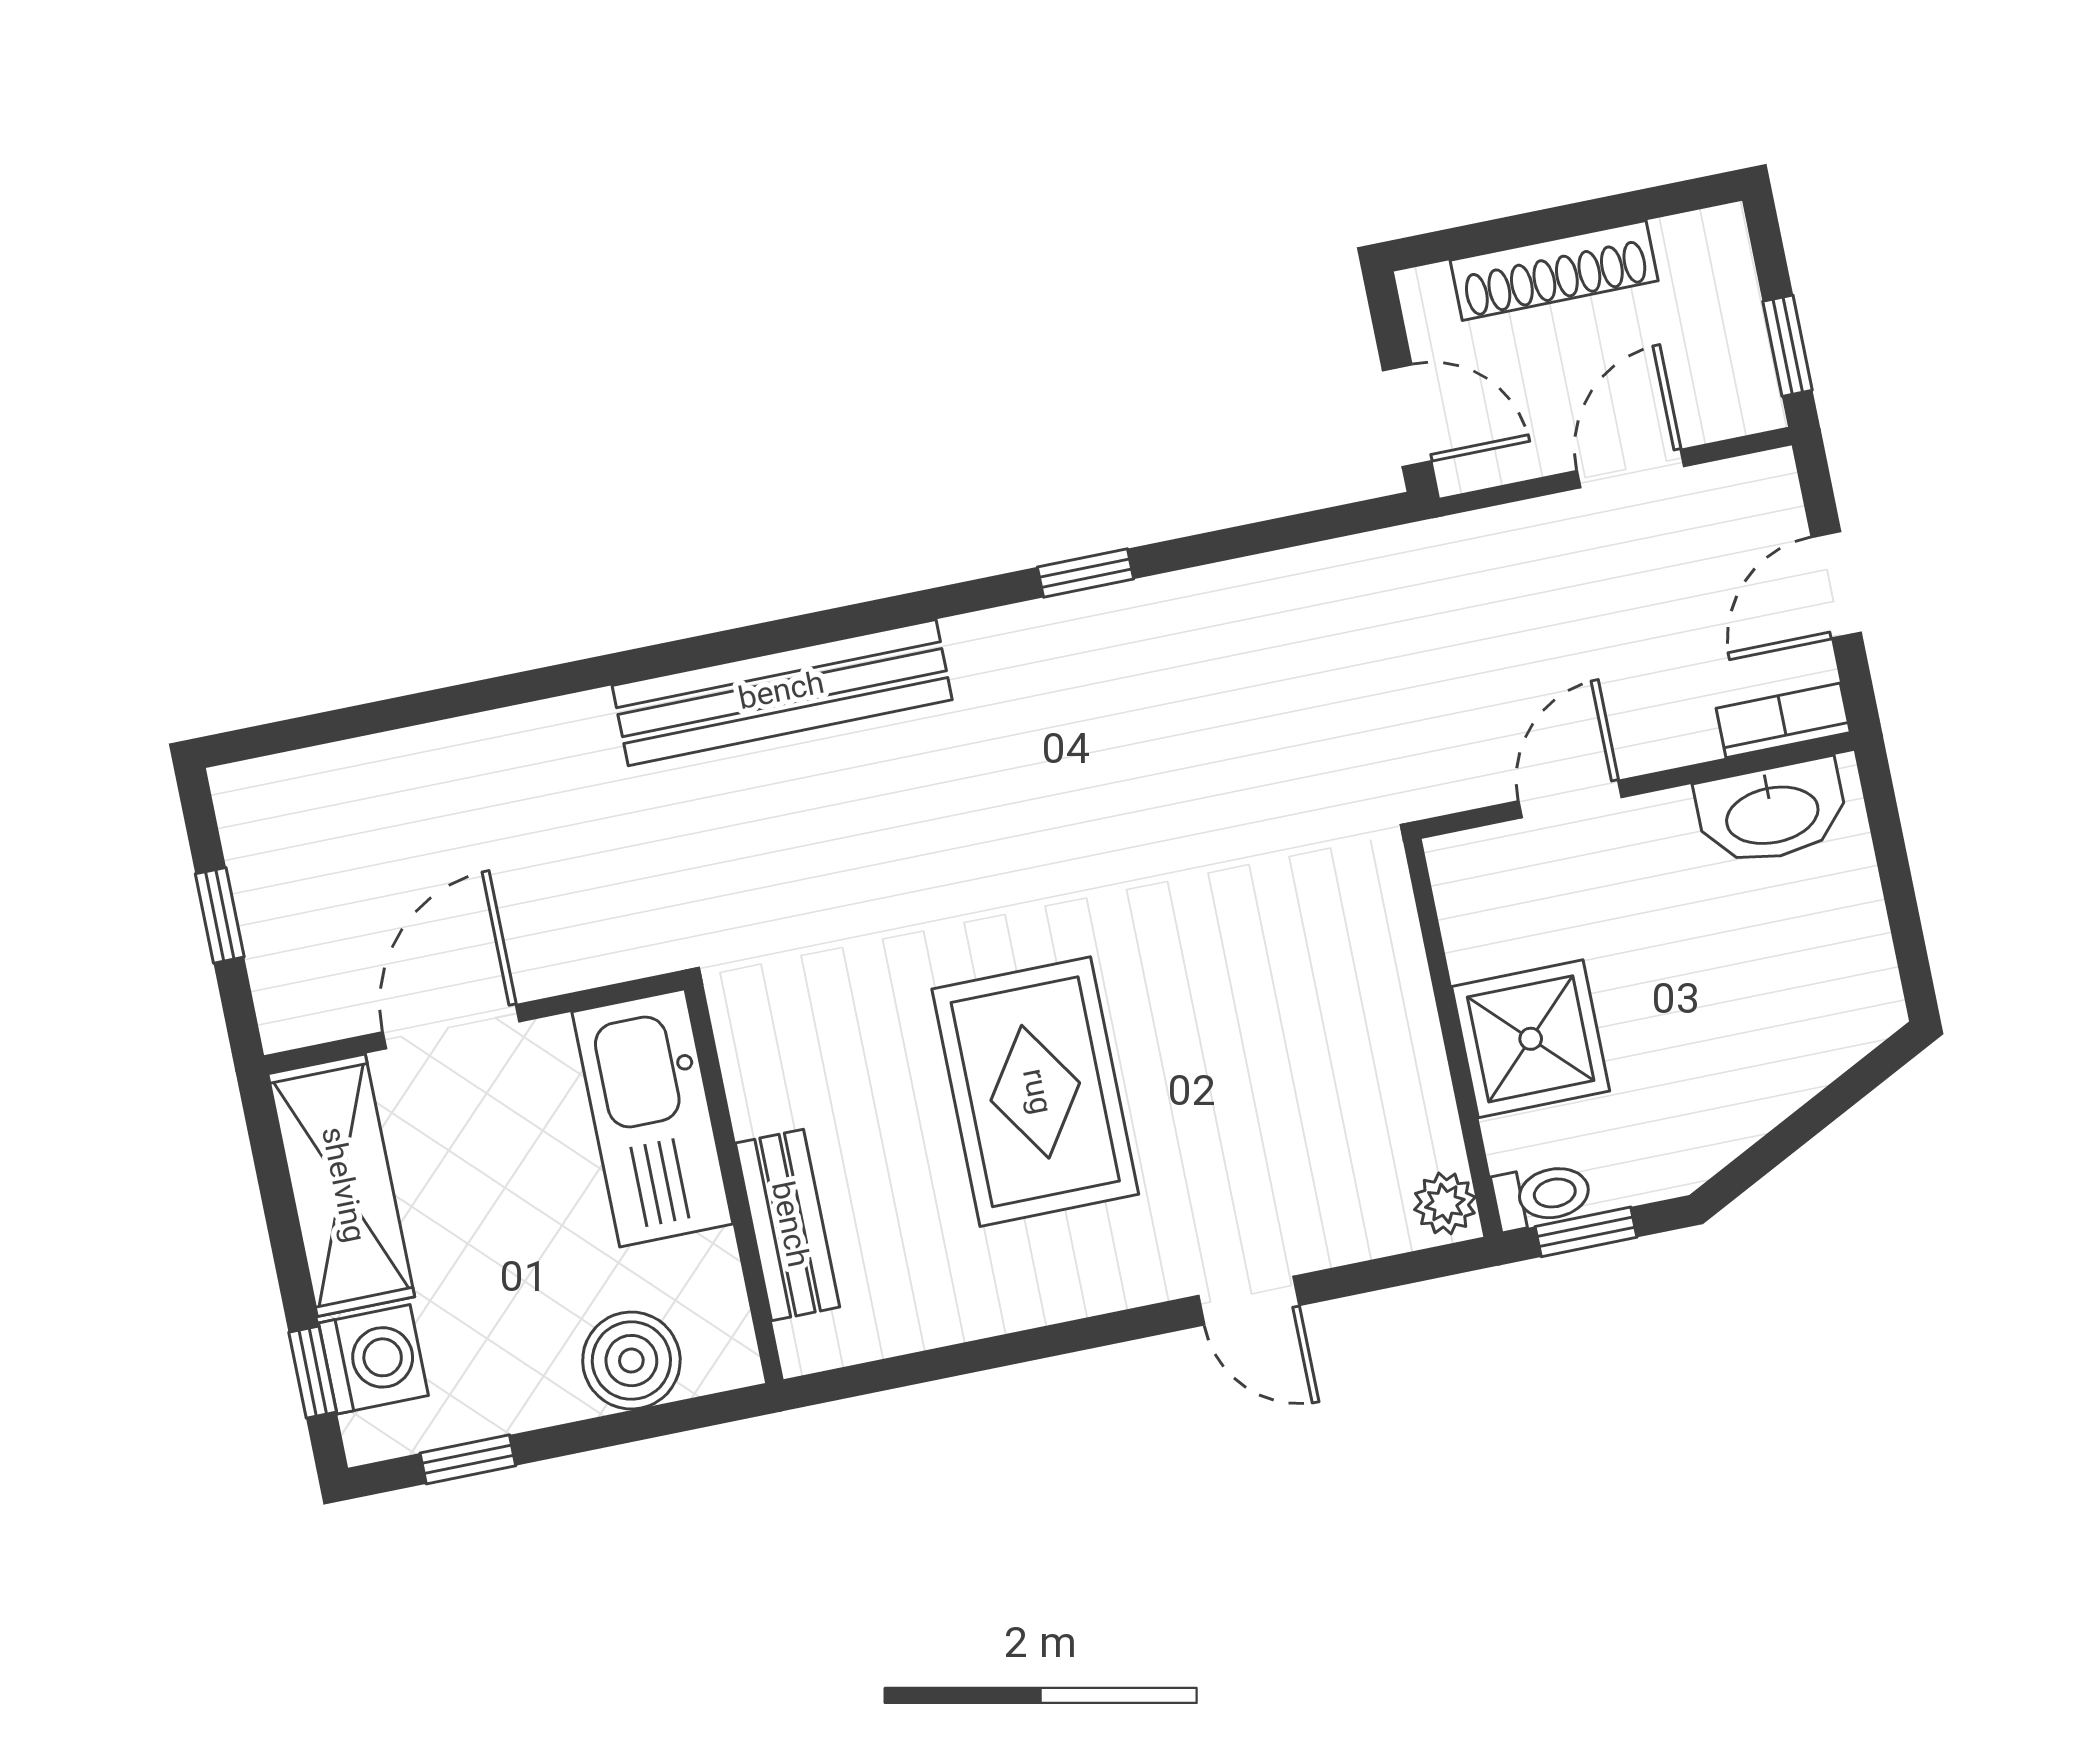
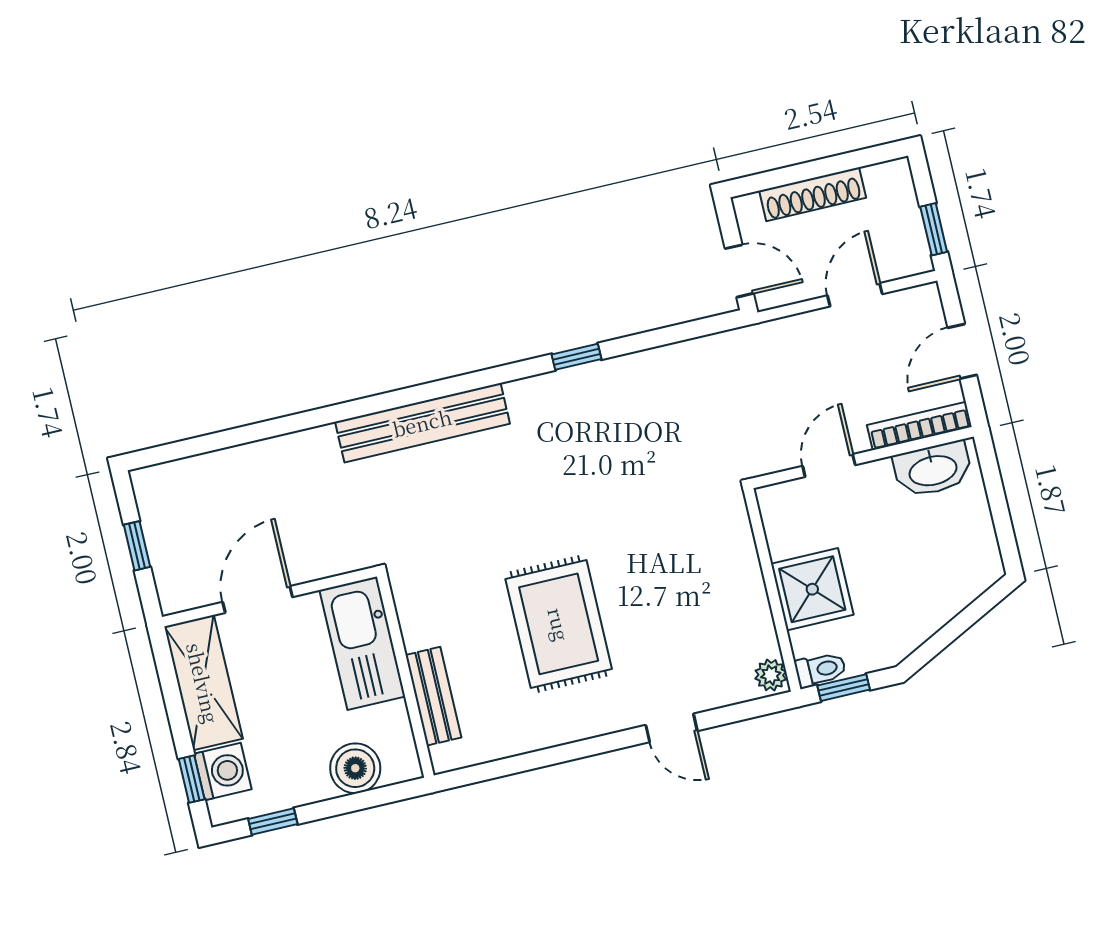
bookcase: (1783, 720) -> (919, 426), width x1.56

